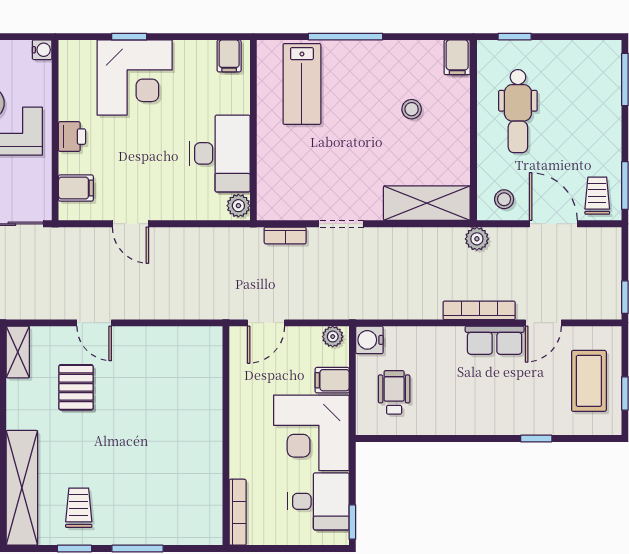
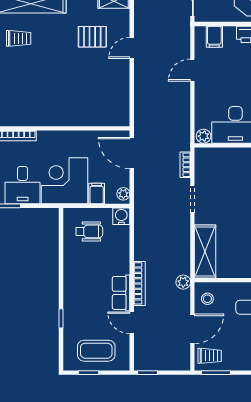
door: (266, 323) -> (132, 153), width x1.38

